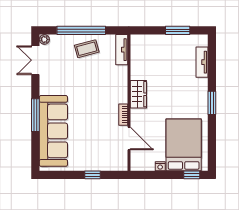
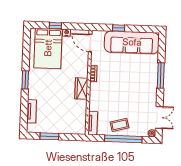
sofa: (53, 131) -> (132, 42), moved, turned -90
door: (129, 138) -> (90, 43), moved
window: (192, 175) -> (55, 26), moved

